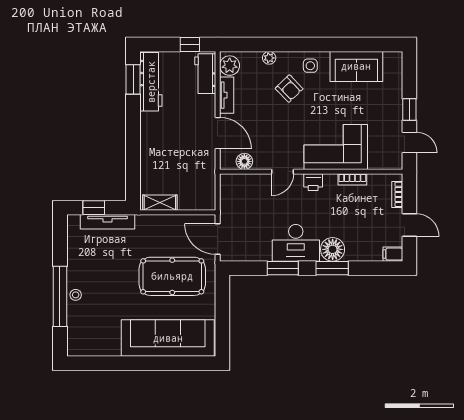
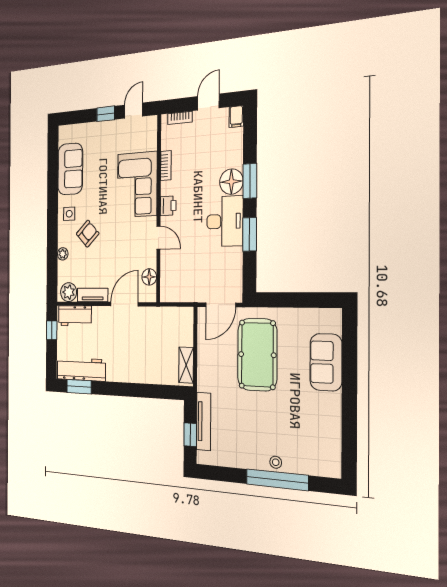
sofa: (168, 338) -> (326, 362), width x0.54, depth x0.79

